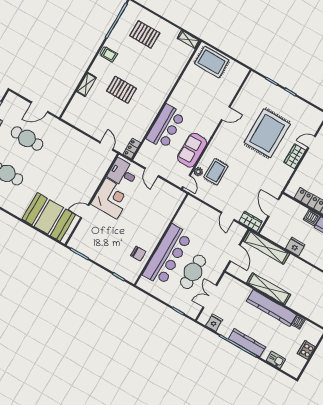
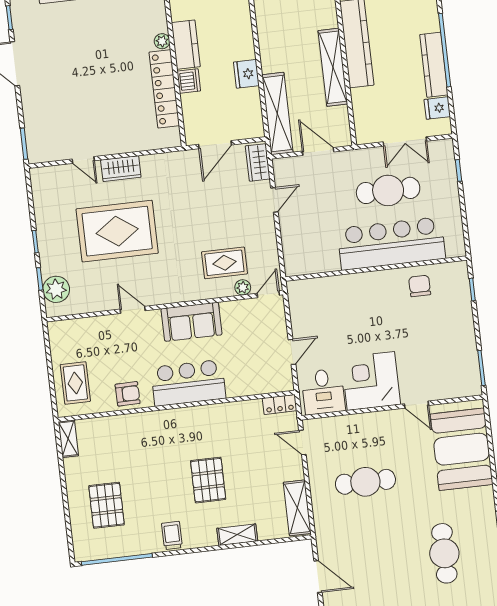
rug: (212, 62) -> (75, 383), width x0.73, depth x0.70
armchair: (189, 82) -> (128, 394), added
plant: (261, 85) -> (56, 289), added
shelving: (78, 121) -> (297, 508), added
bar counter: (166, 126) -> (188, 383), moved
cafe table: (27, 138) -> (365, 482), moved, turned 90
door: (106, 146) -> (302, 442), hinge flipped
sofa: (192, 150) -> (192, 322), moved
door: (235, 253) -> (318, 152), hinge flipped
kitchen counter: (247, 343) -> (434, 65), moved

